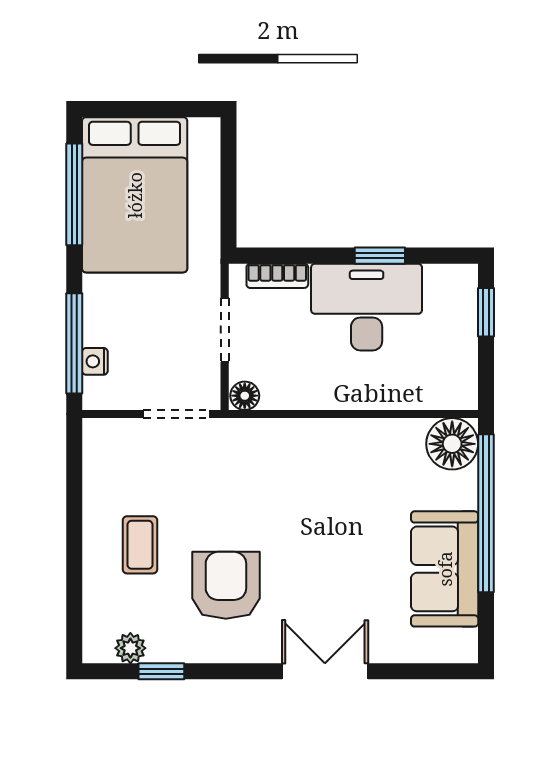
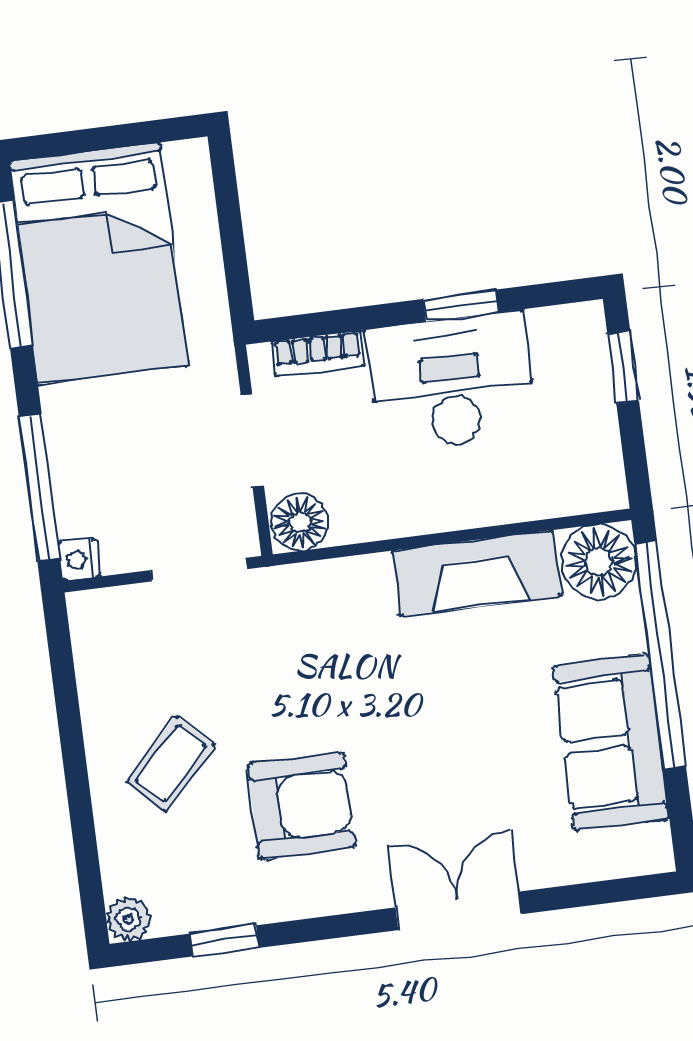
nightstand: (95, 361) -> (79, 559), moved
floor lamp: (245, 396) -> (300, 522), width x1.37, depth x1.37
fireplace: (367, 441) -> (477, 573), added
coffee table: (140, 545) -> (171, 764), turned 44
armchair: (226, 585) -> (301, 806), turned 90
plant: (130, 648) -> (129, 919), moved

